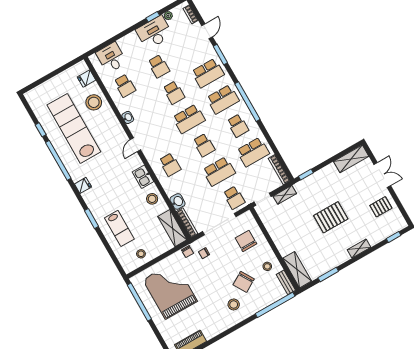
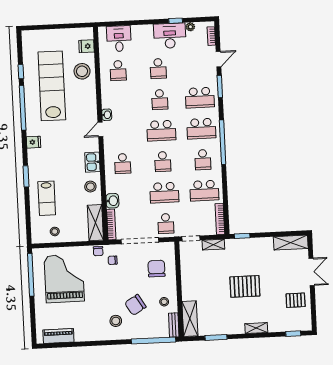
washbasin: (128, 117) -> (107, 115), moved

